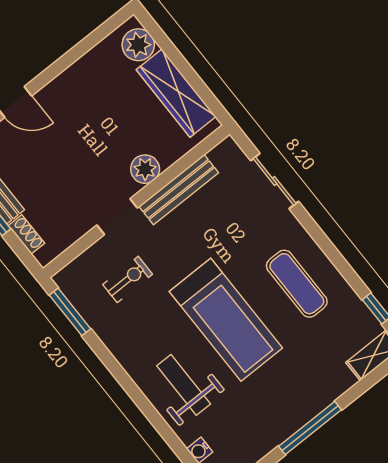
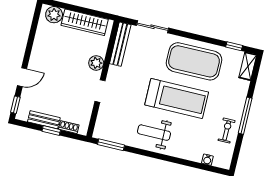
bench: (179, 190) -> (120, 44), moved
exercise bike: (128, 279) -> (227, 130), moved
exercise mat: (297, 284) -> (194, 61), width x2.00, depth x1.45
weight bench: (184, 385) -> (154, 133), moved

